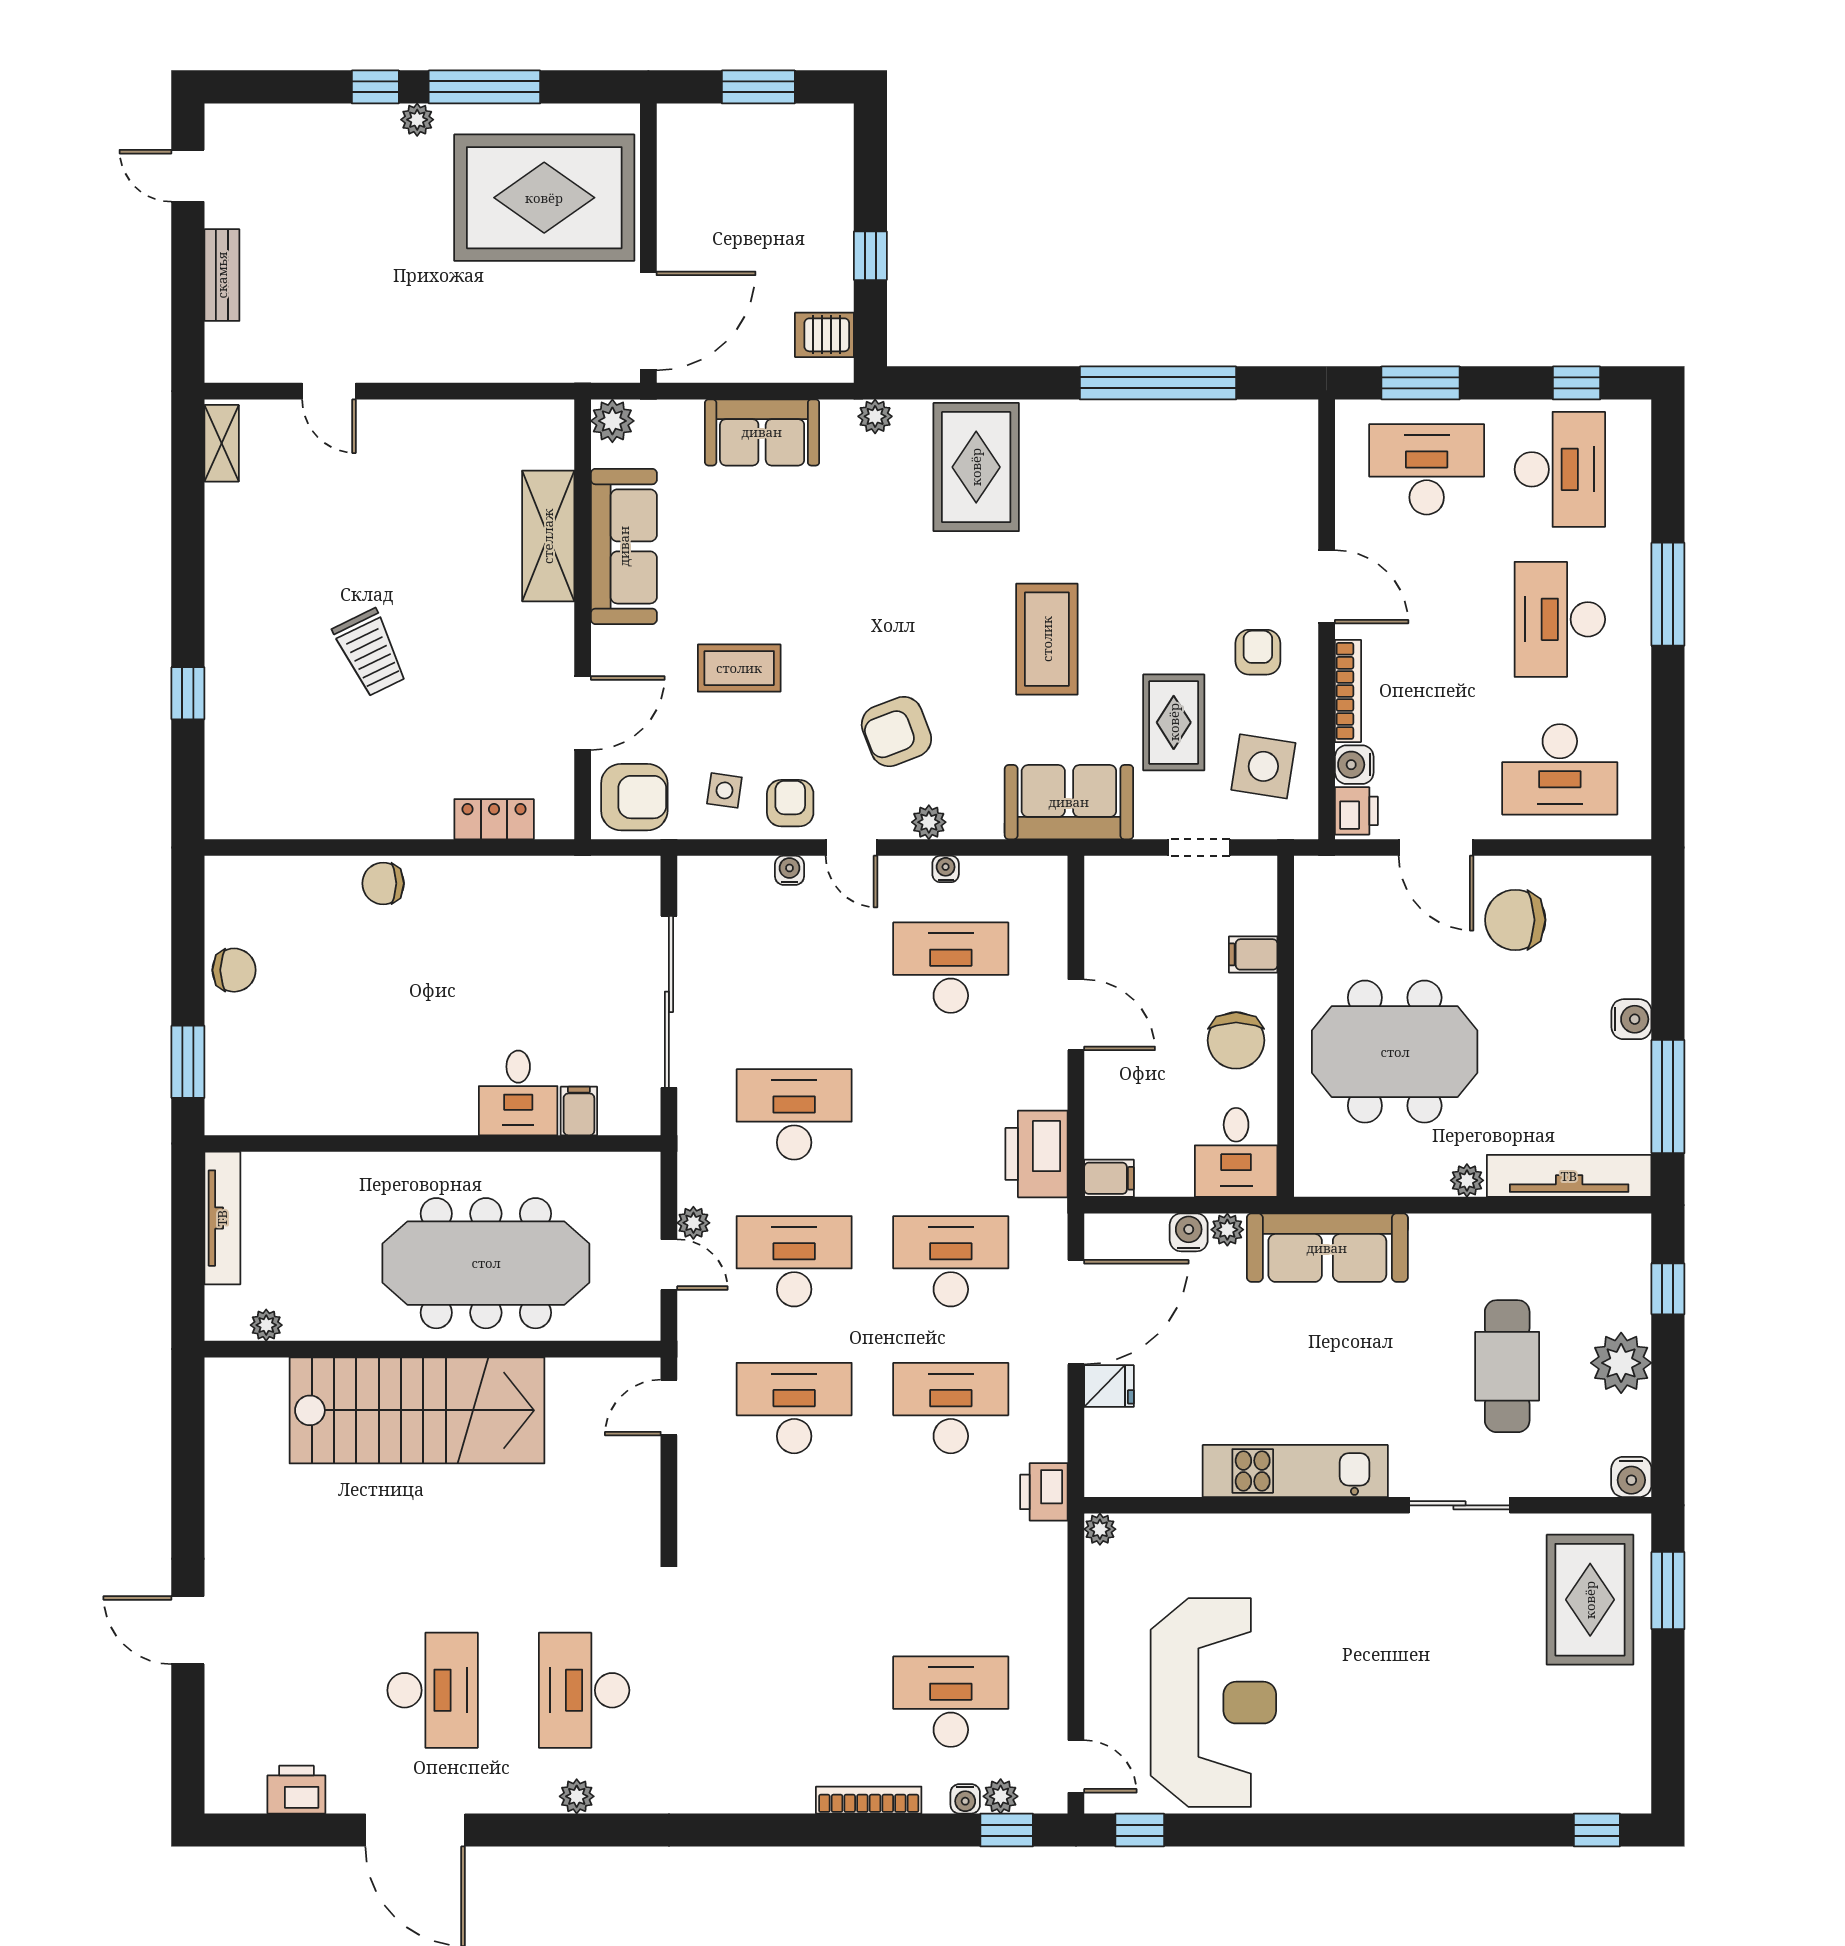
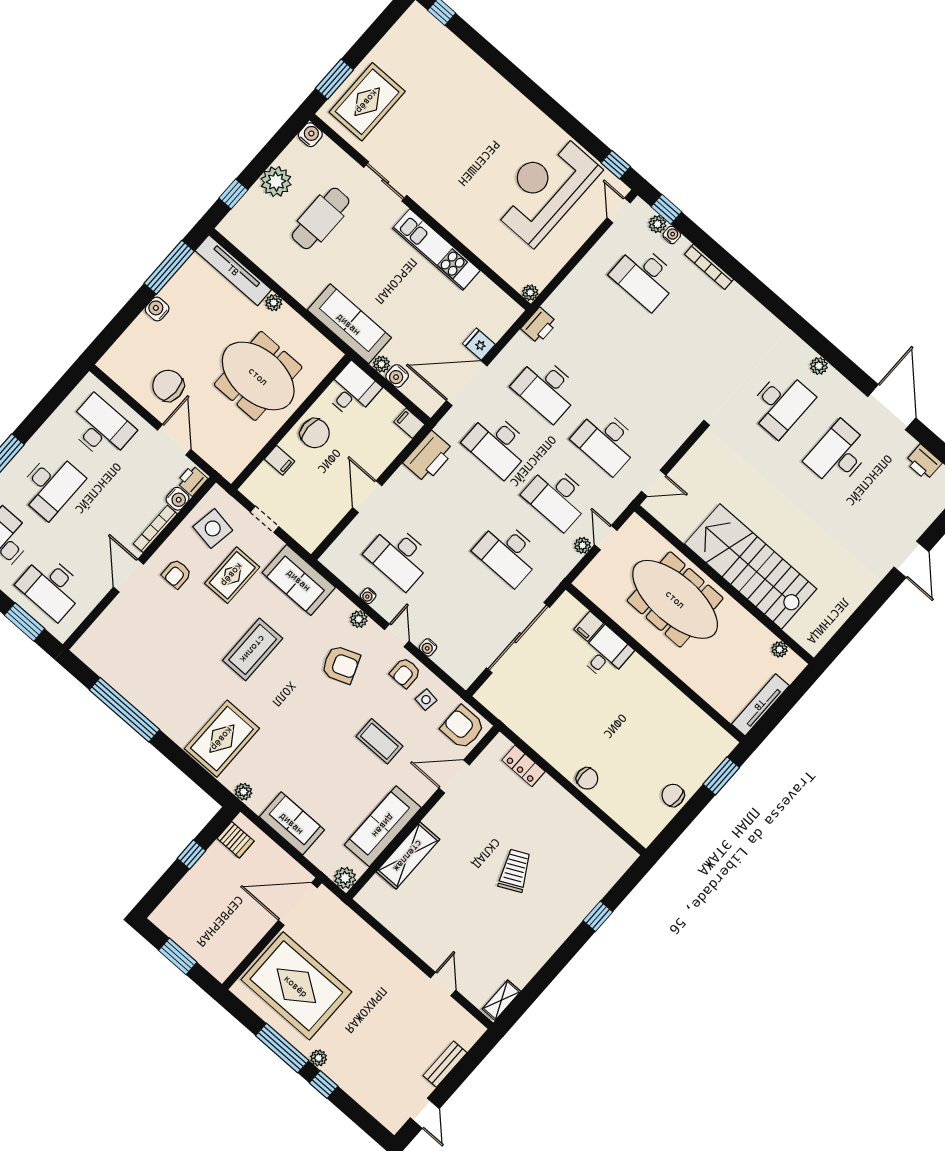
chair: (1515, 920) -> (168, 386), turned 180
chair: (1236, 1040) -> (315, 433), turned 90

